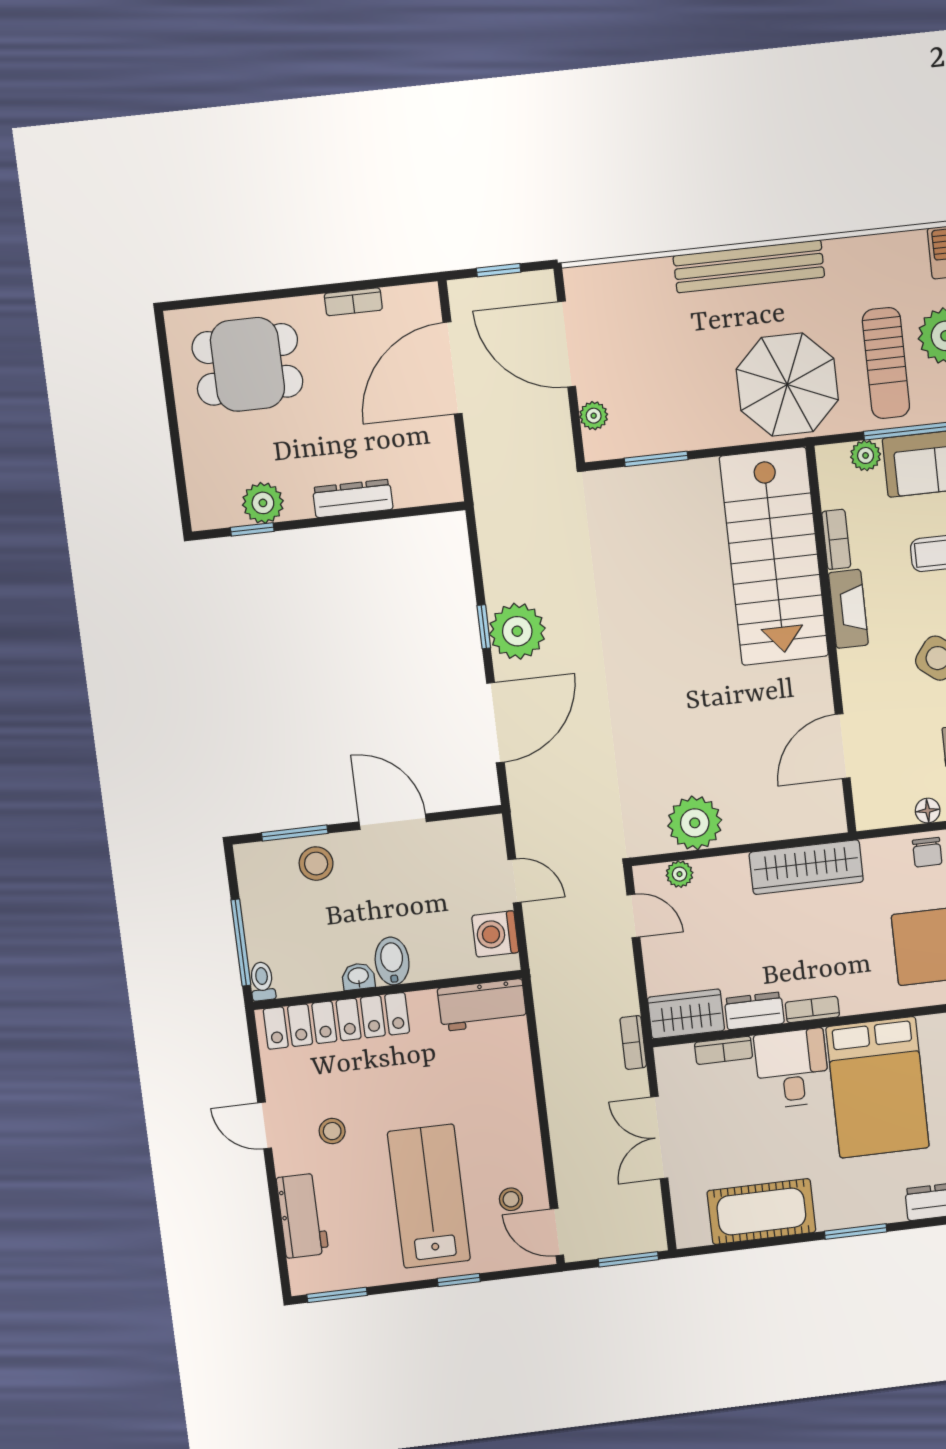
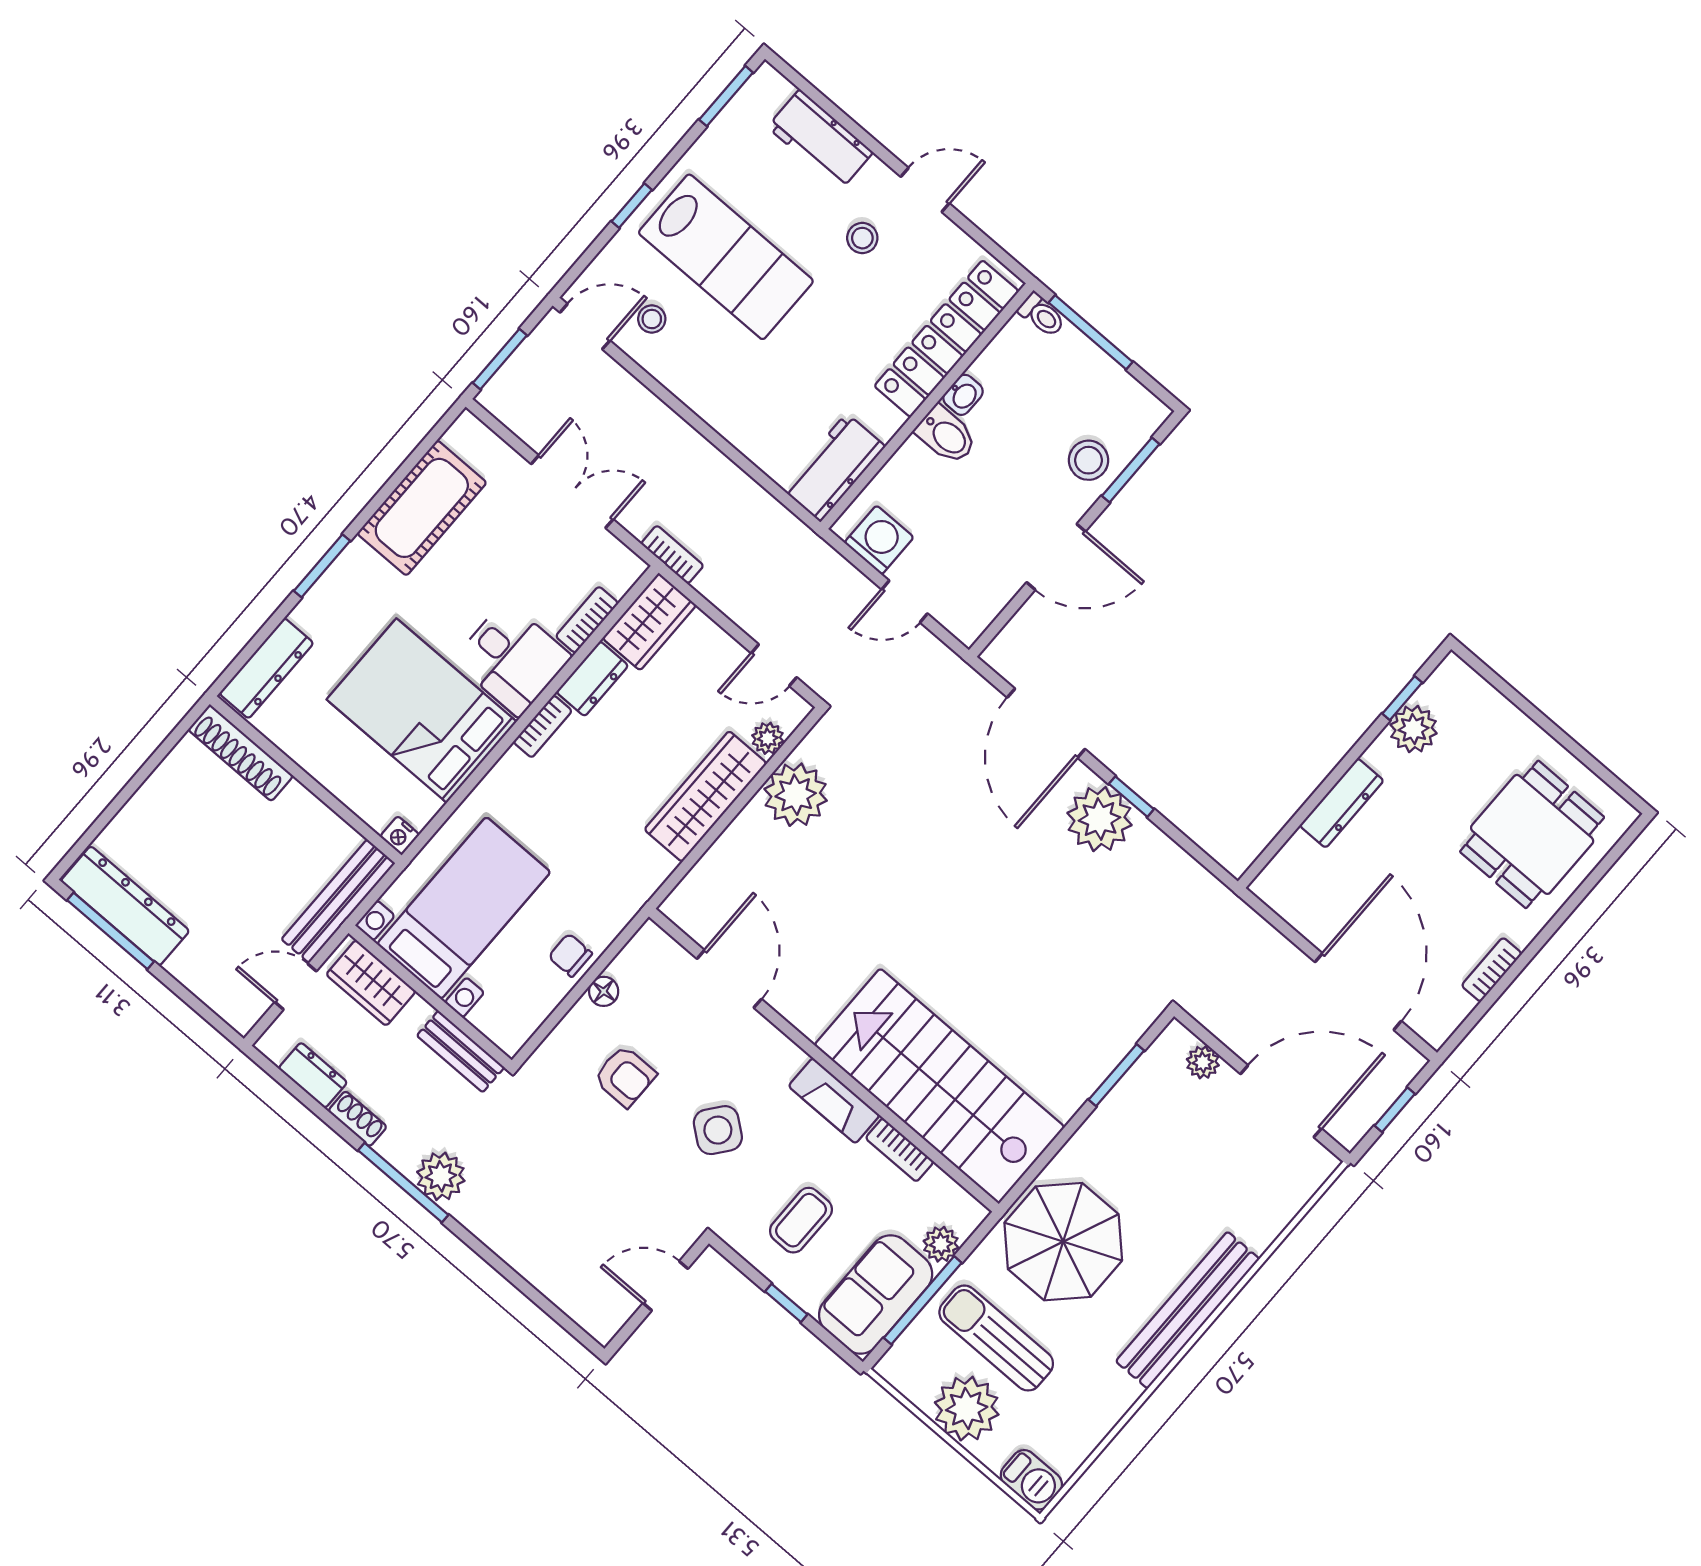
wardrobe: (806, 867) -> (706, 796), moved

